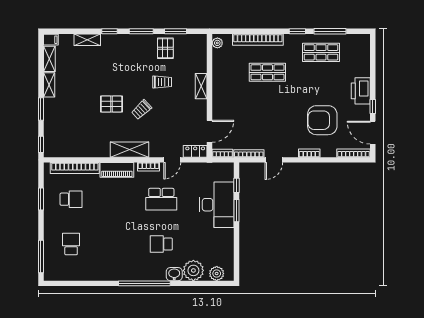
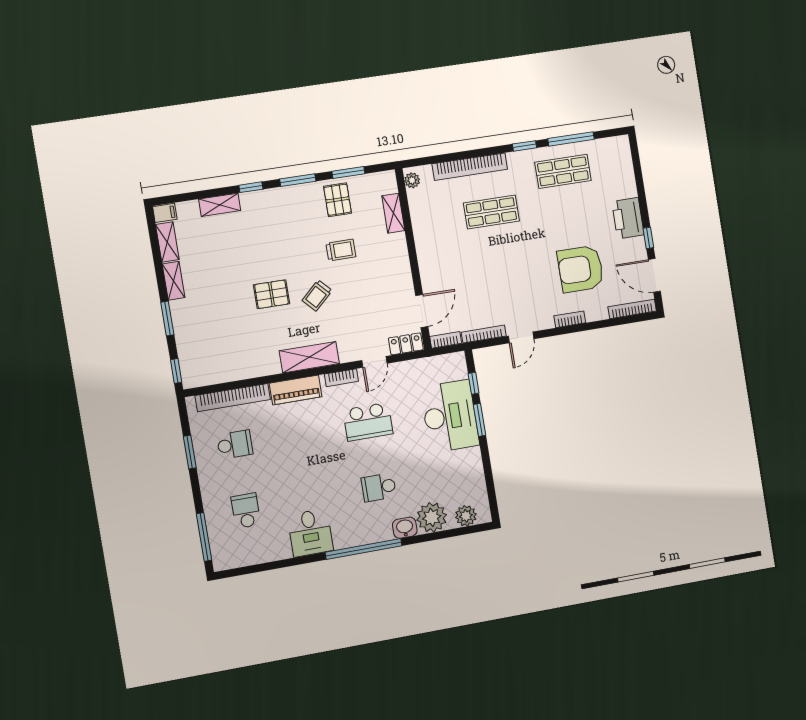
shelving: (201, 86) -> (393, 213), moved
desk: (111, 266) -> (310, 533), added

